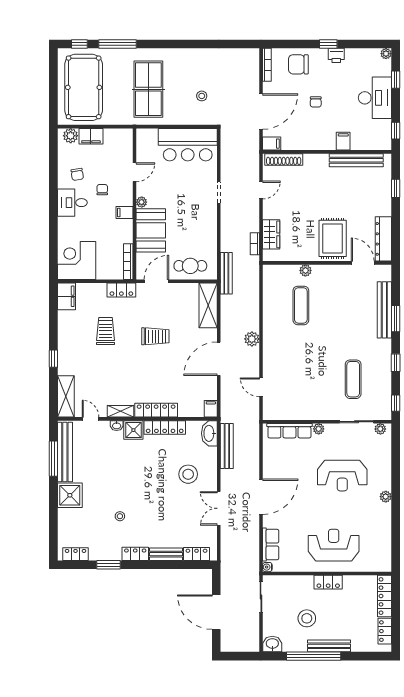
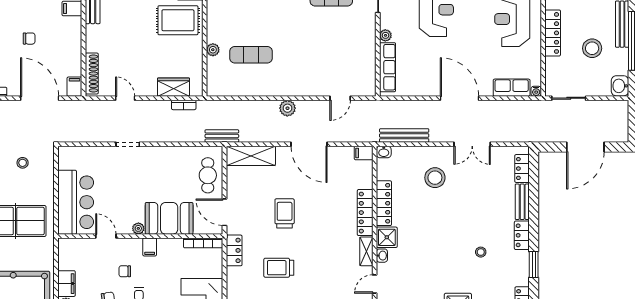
bar counter: (188, 145) -> (76, 202), moved
bench: (226, 273) -> (222, 136), width x0.73
washbasin: (209, 433) -> (384, 152), width x0.52, depth x0.69
locker: (328, 582) -> (553, 33), width x1.53

